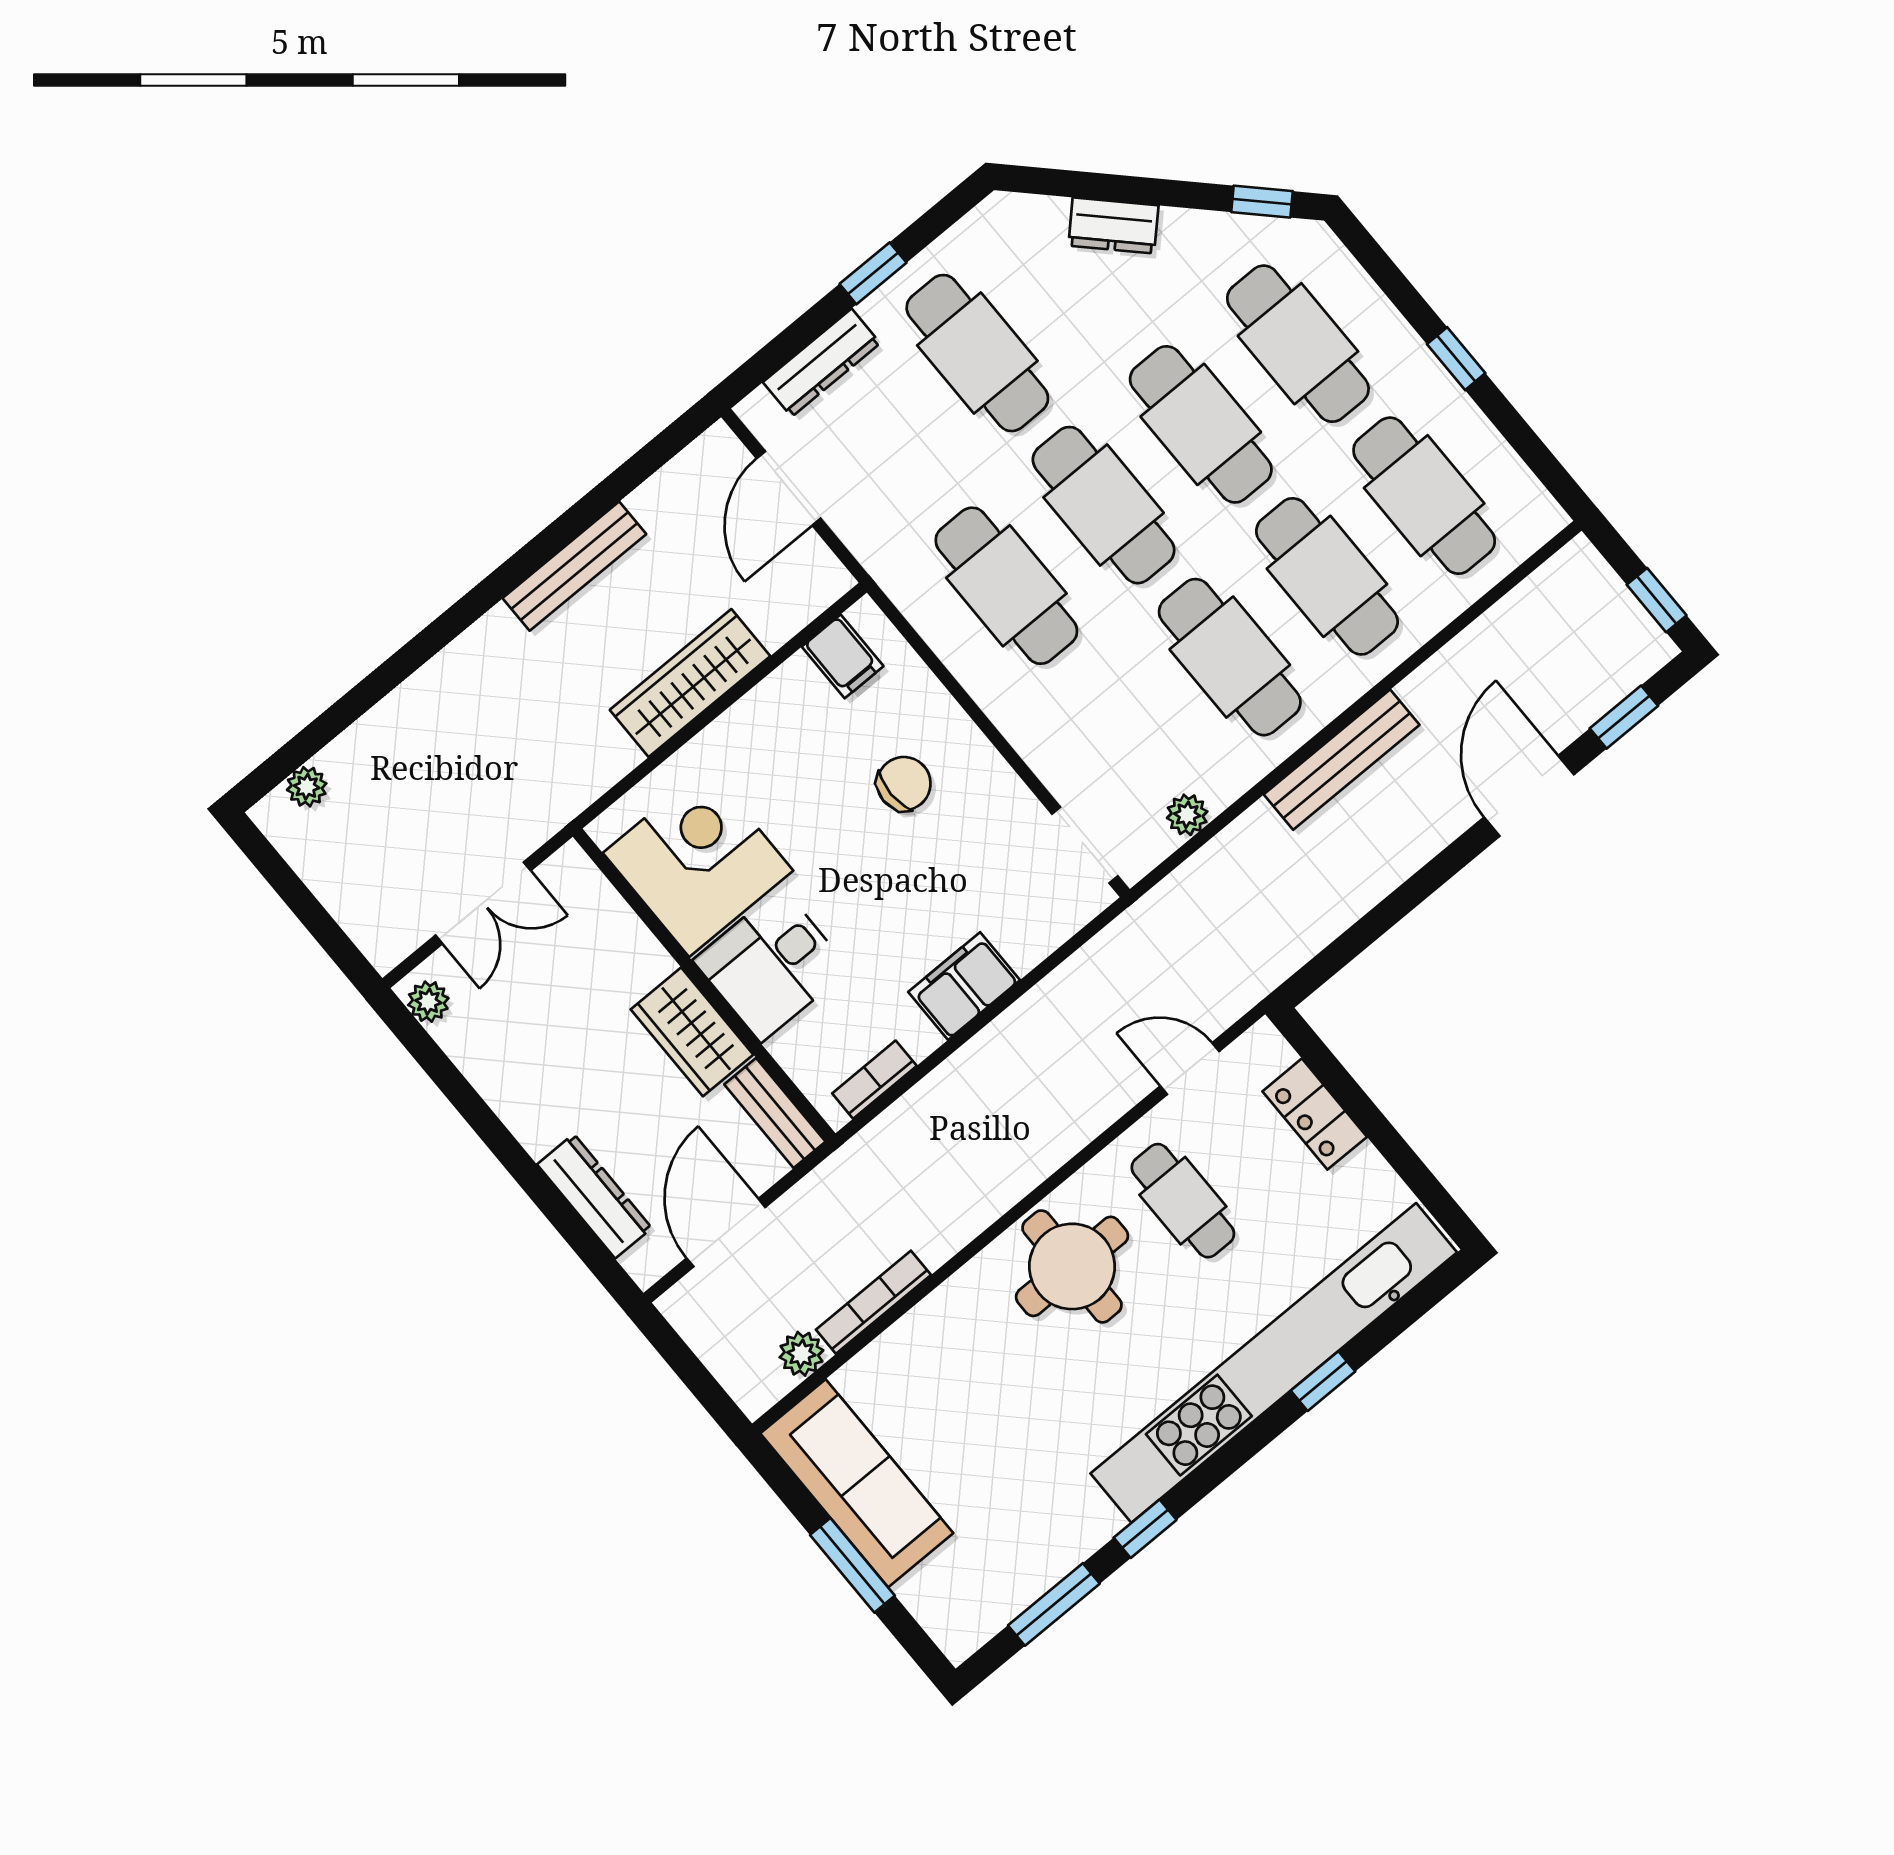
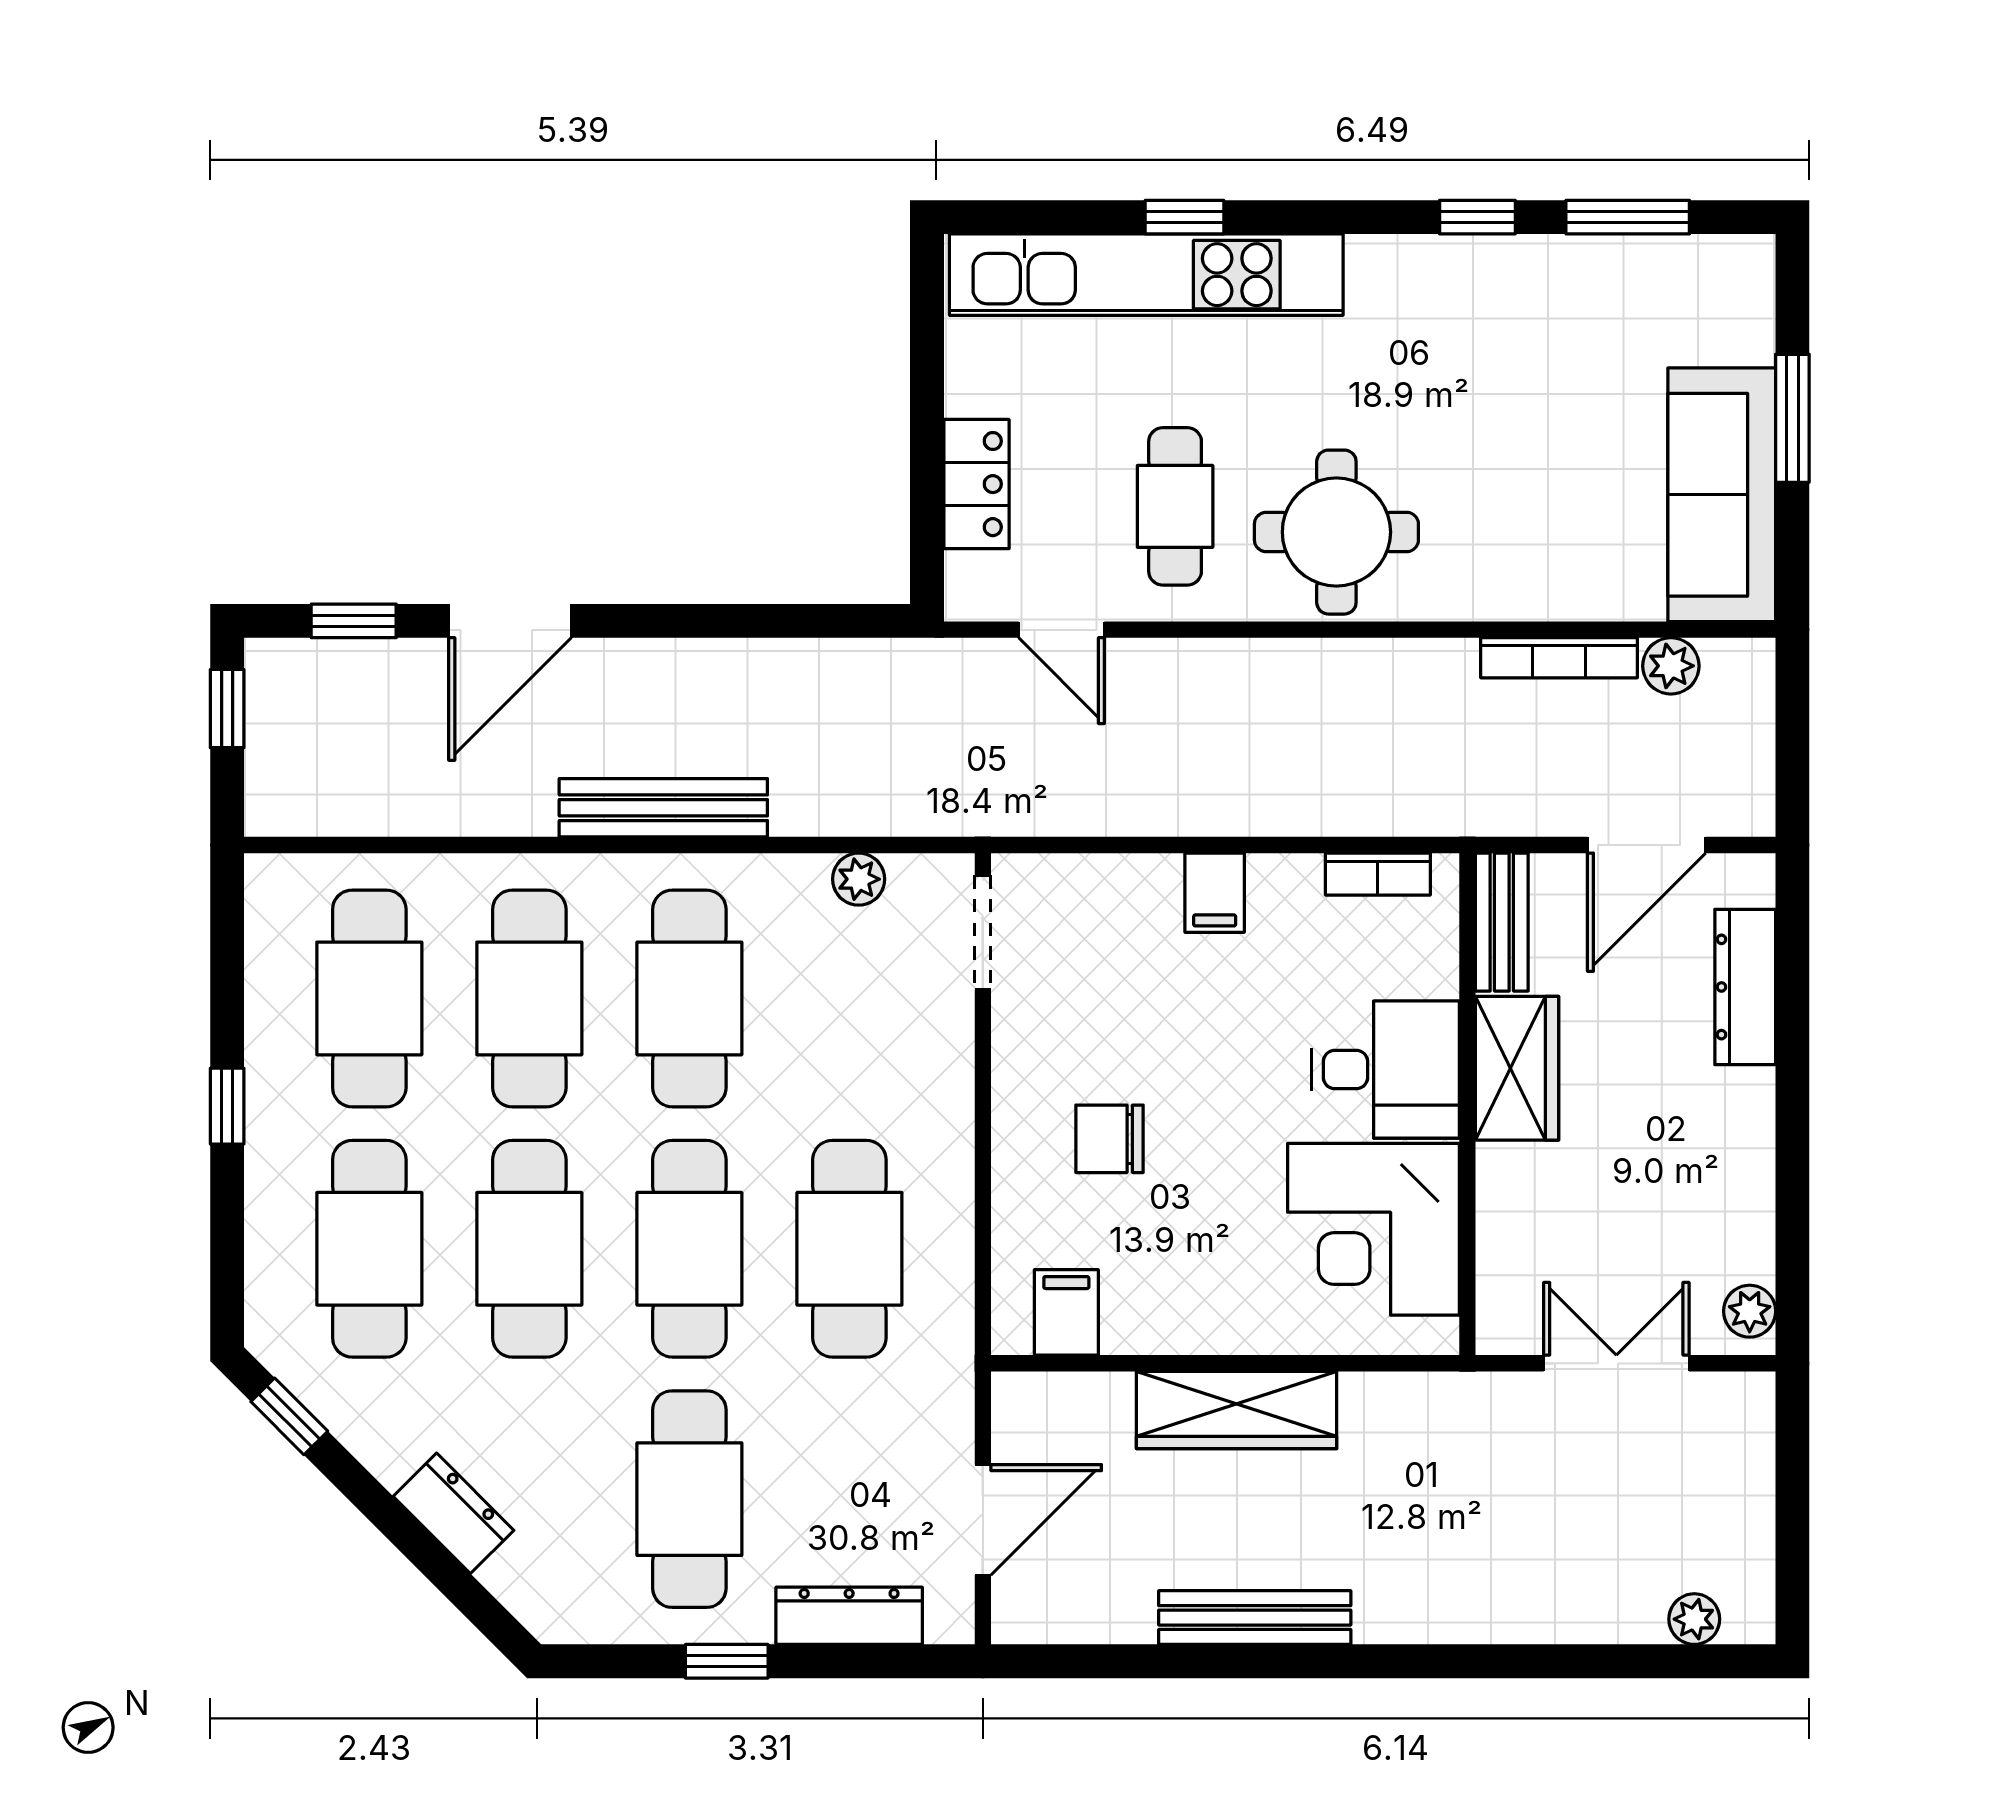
filing cabinet: (964, 986) -> (1215, 893), width x0.50
kitchen unit: (1274, 1363) -> (1146, 275), width x0.73

